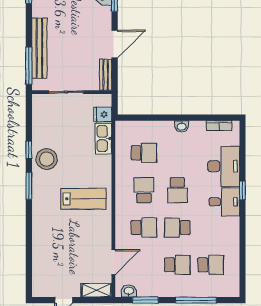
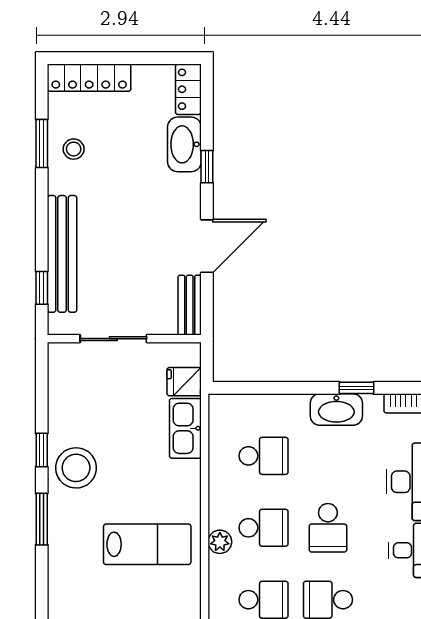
window: (29, 66) -> (42, 288), width x0.46
window: (192, 118) -> (357, 388), added
washbasin: (182, 126) -> (336, 410), width x1.91, depth x1.45
school desk: (144, 190) -> (264, 528), turned 90
plant: (121, 197) -> (220, 542), added

